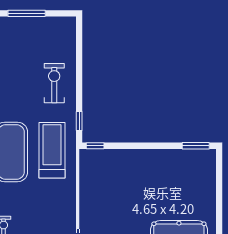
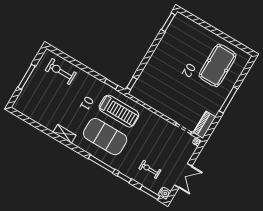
exercise bike: (54, 83) -> (61, 72), moved
treadmill: (52, 150) -> (119, 111), turned 180

